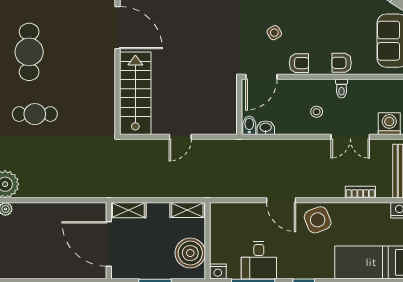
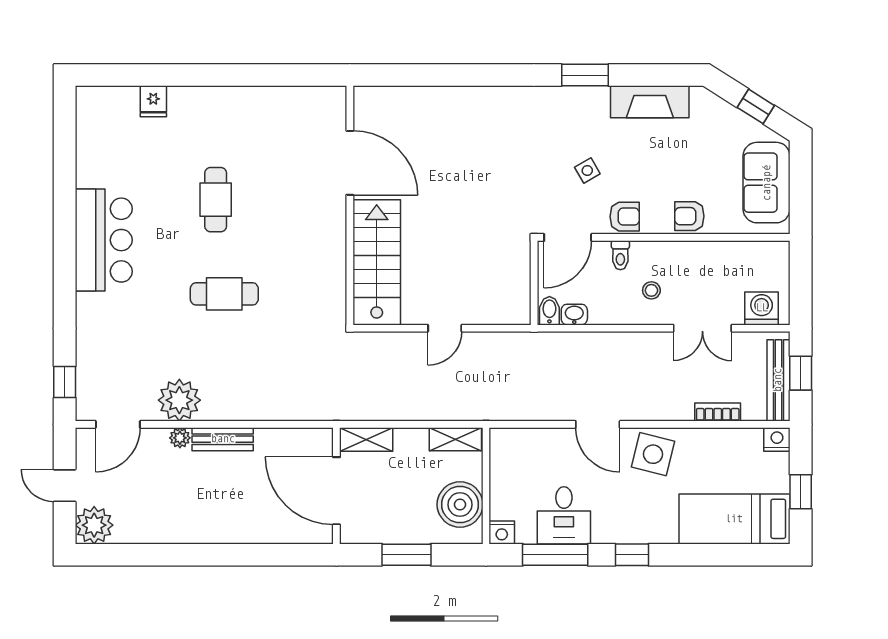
cafe table: (29, 52) -> (216, 200), width x0.73, depth x0.74
toilet: (342, 89) -> (620, 255), moved
bench: (34, 210) -> (223, 439), added
side table: (318, 220) -> (653, 454), turned 35

